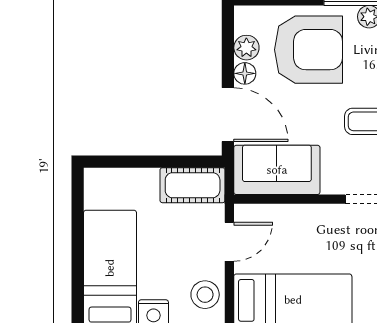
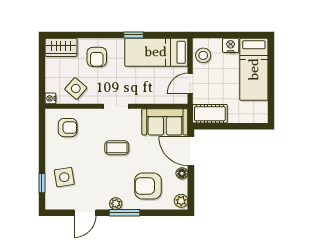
plant: (246, 48) -> (181, 201), moved
armchair: (309, 50) -> (148, 186), width x0.73, depth x0.73

